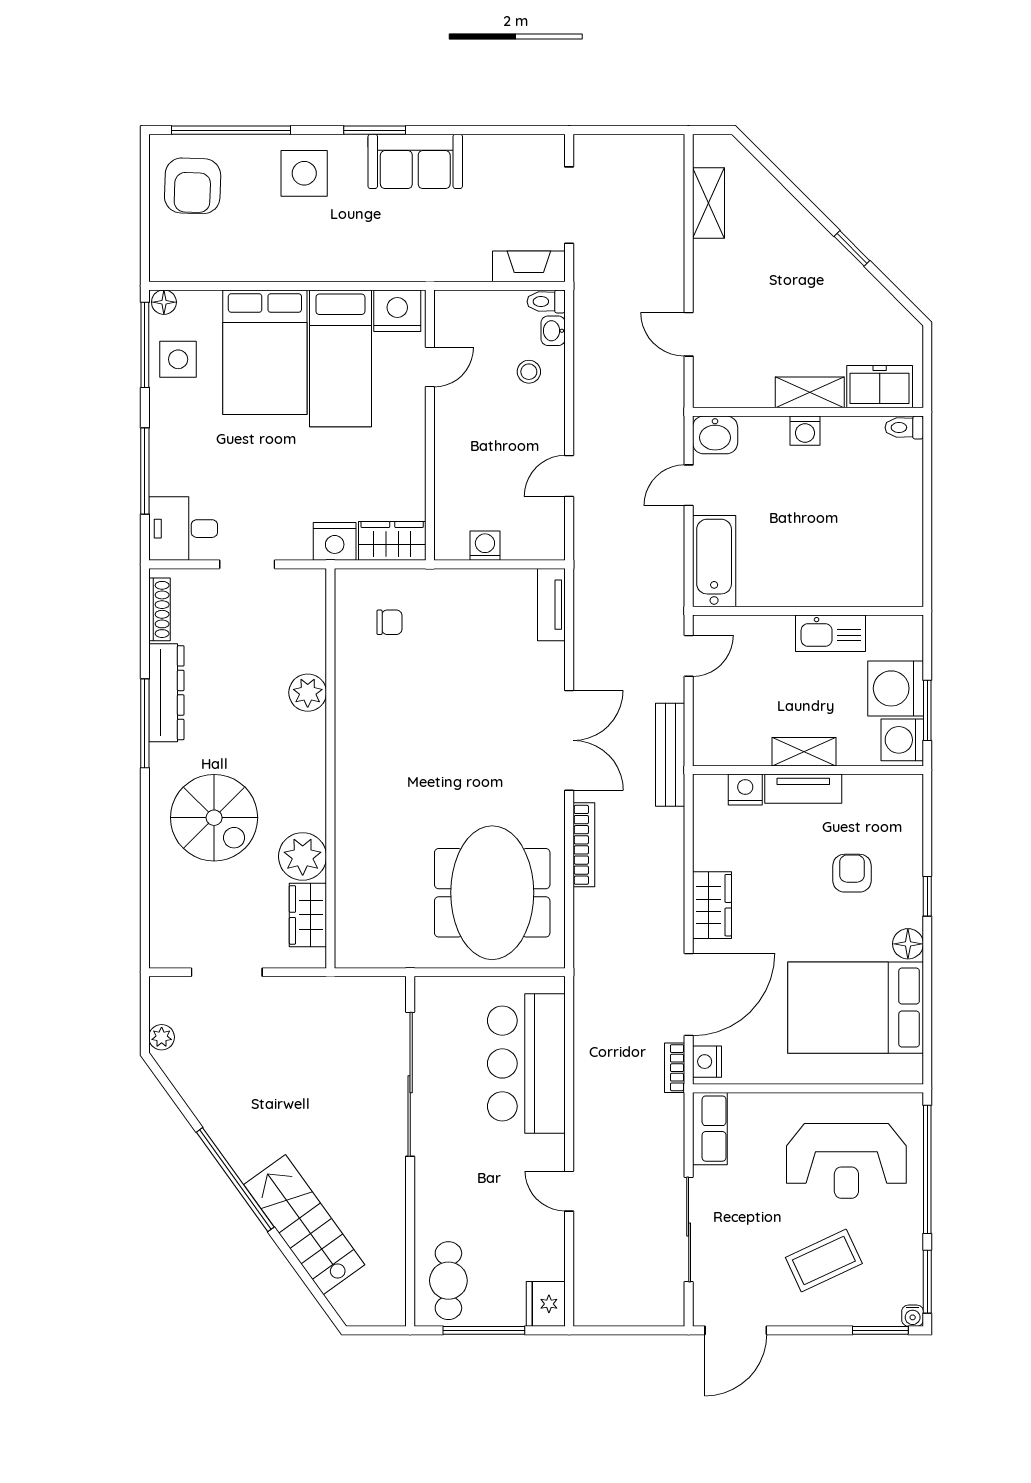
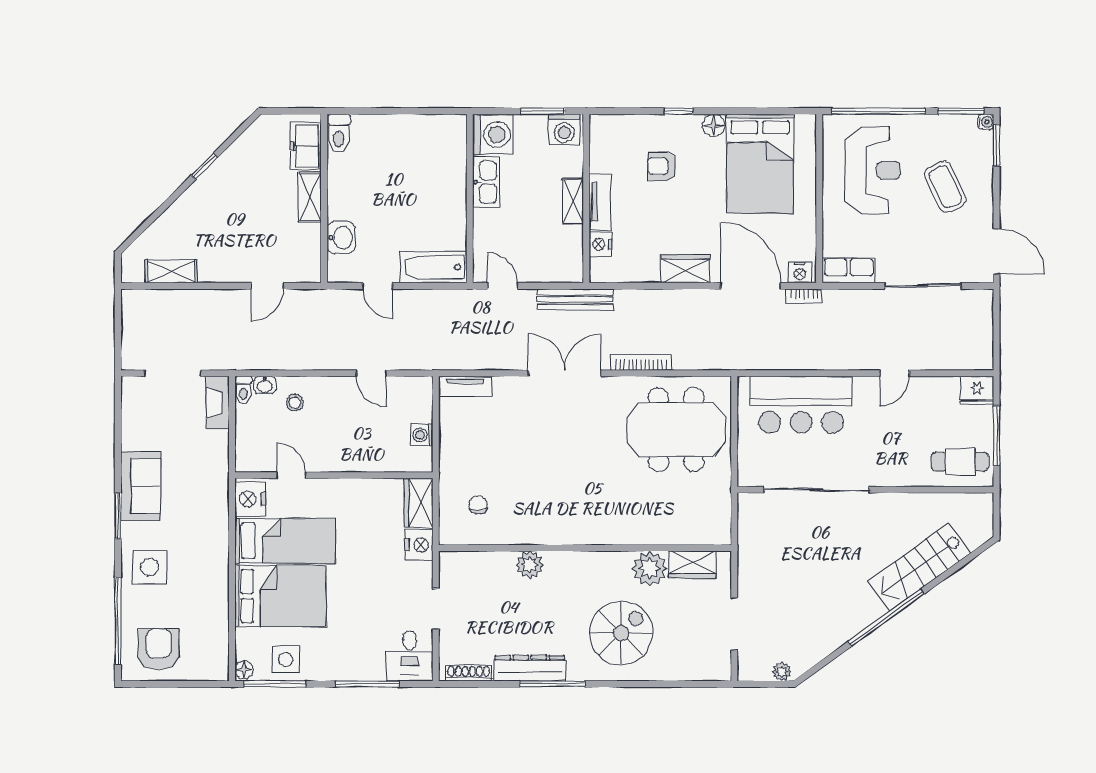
armchair: (193, 186) -> (159, 649), turned -92
toilet: (904, 428) -> (339, 133), width x1.37, depth x1.39
washing machine: (805, 431) -> (338, 201), removed
washbasin: (715, 435) -> (341, 238), moved
washing machine: (896, 688) -> (493, 134), moved, turned -90

